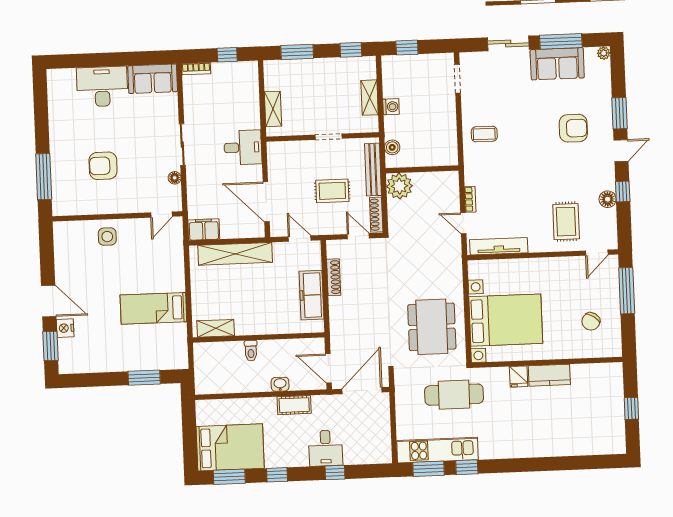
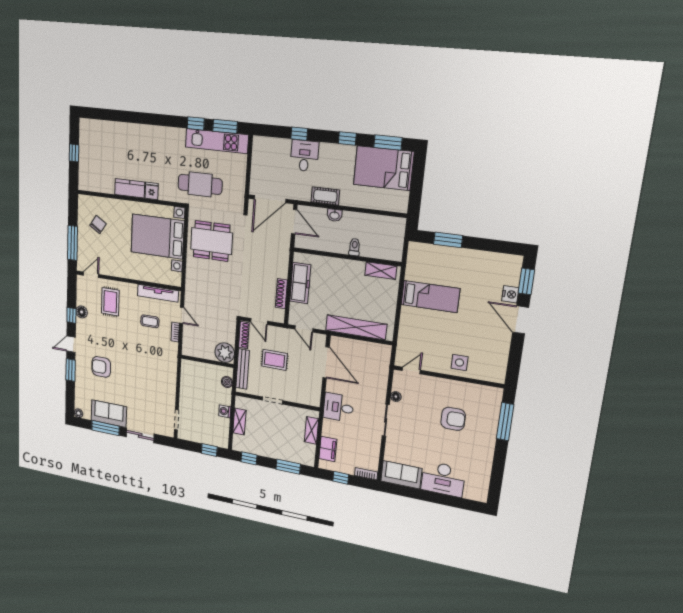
coffee table: (484, 134) -> (150, 321), moved
filing cabinet: (204, 229) -> (328, 449), moved, turned -90
dining table: (432, 327) -> (212, 241), turned 90

